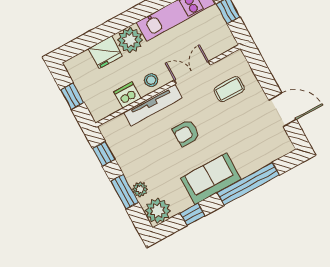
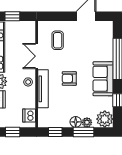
dishwasher: (127, 95) -> (29, 116), moved
armchair: (186, 133) -> (69, 79), turned 90
floor lamp: (132, 174) -> (76, 122), added

